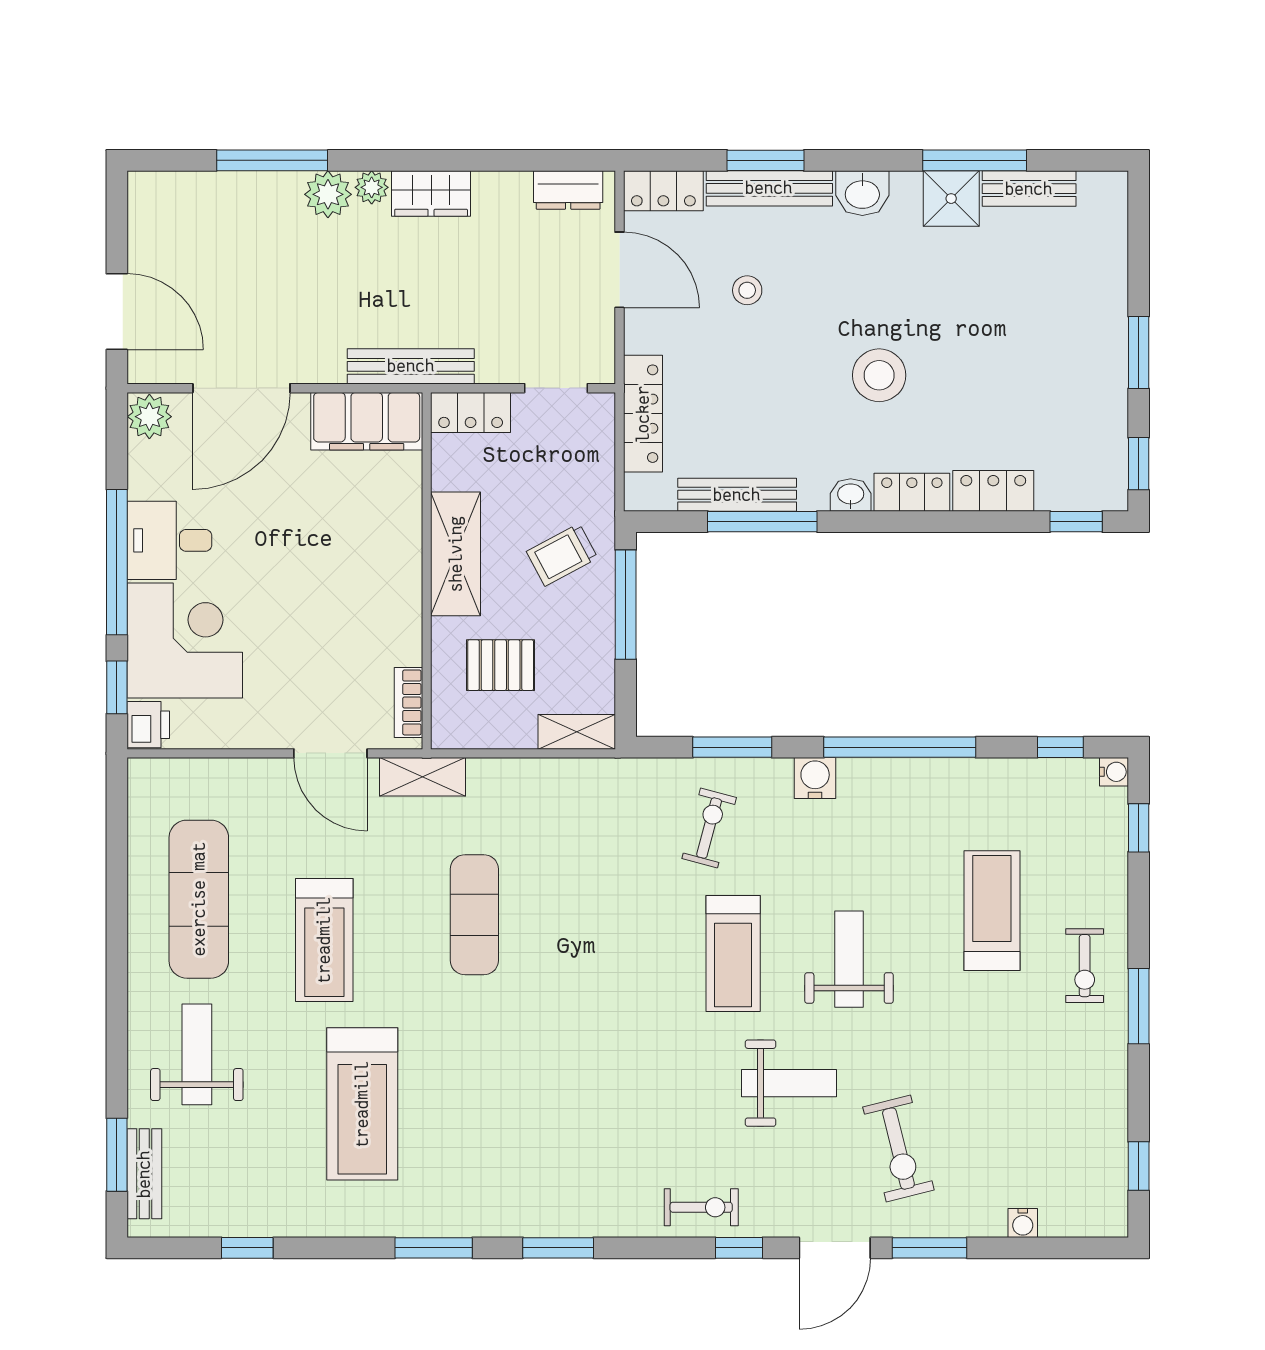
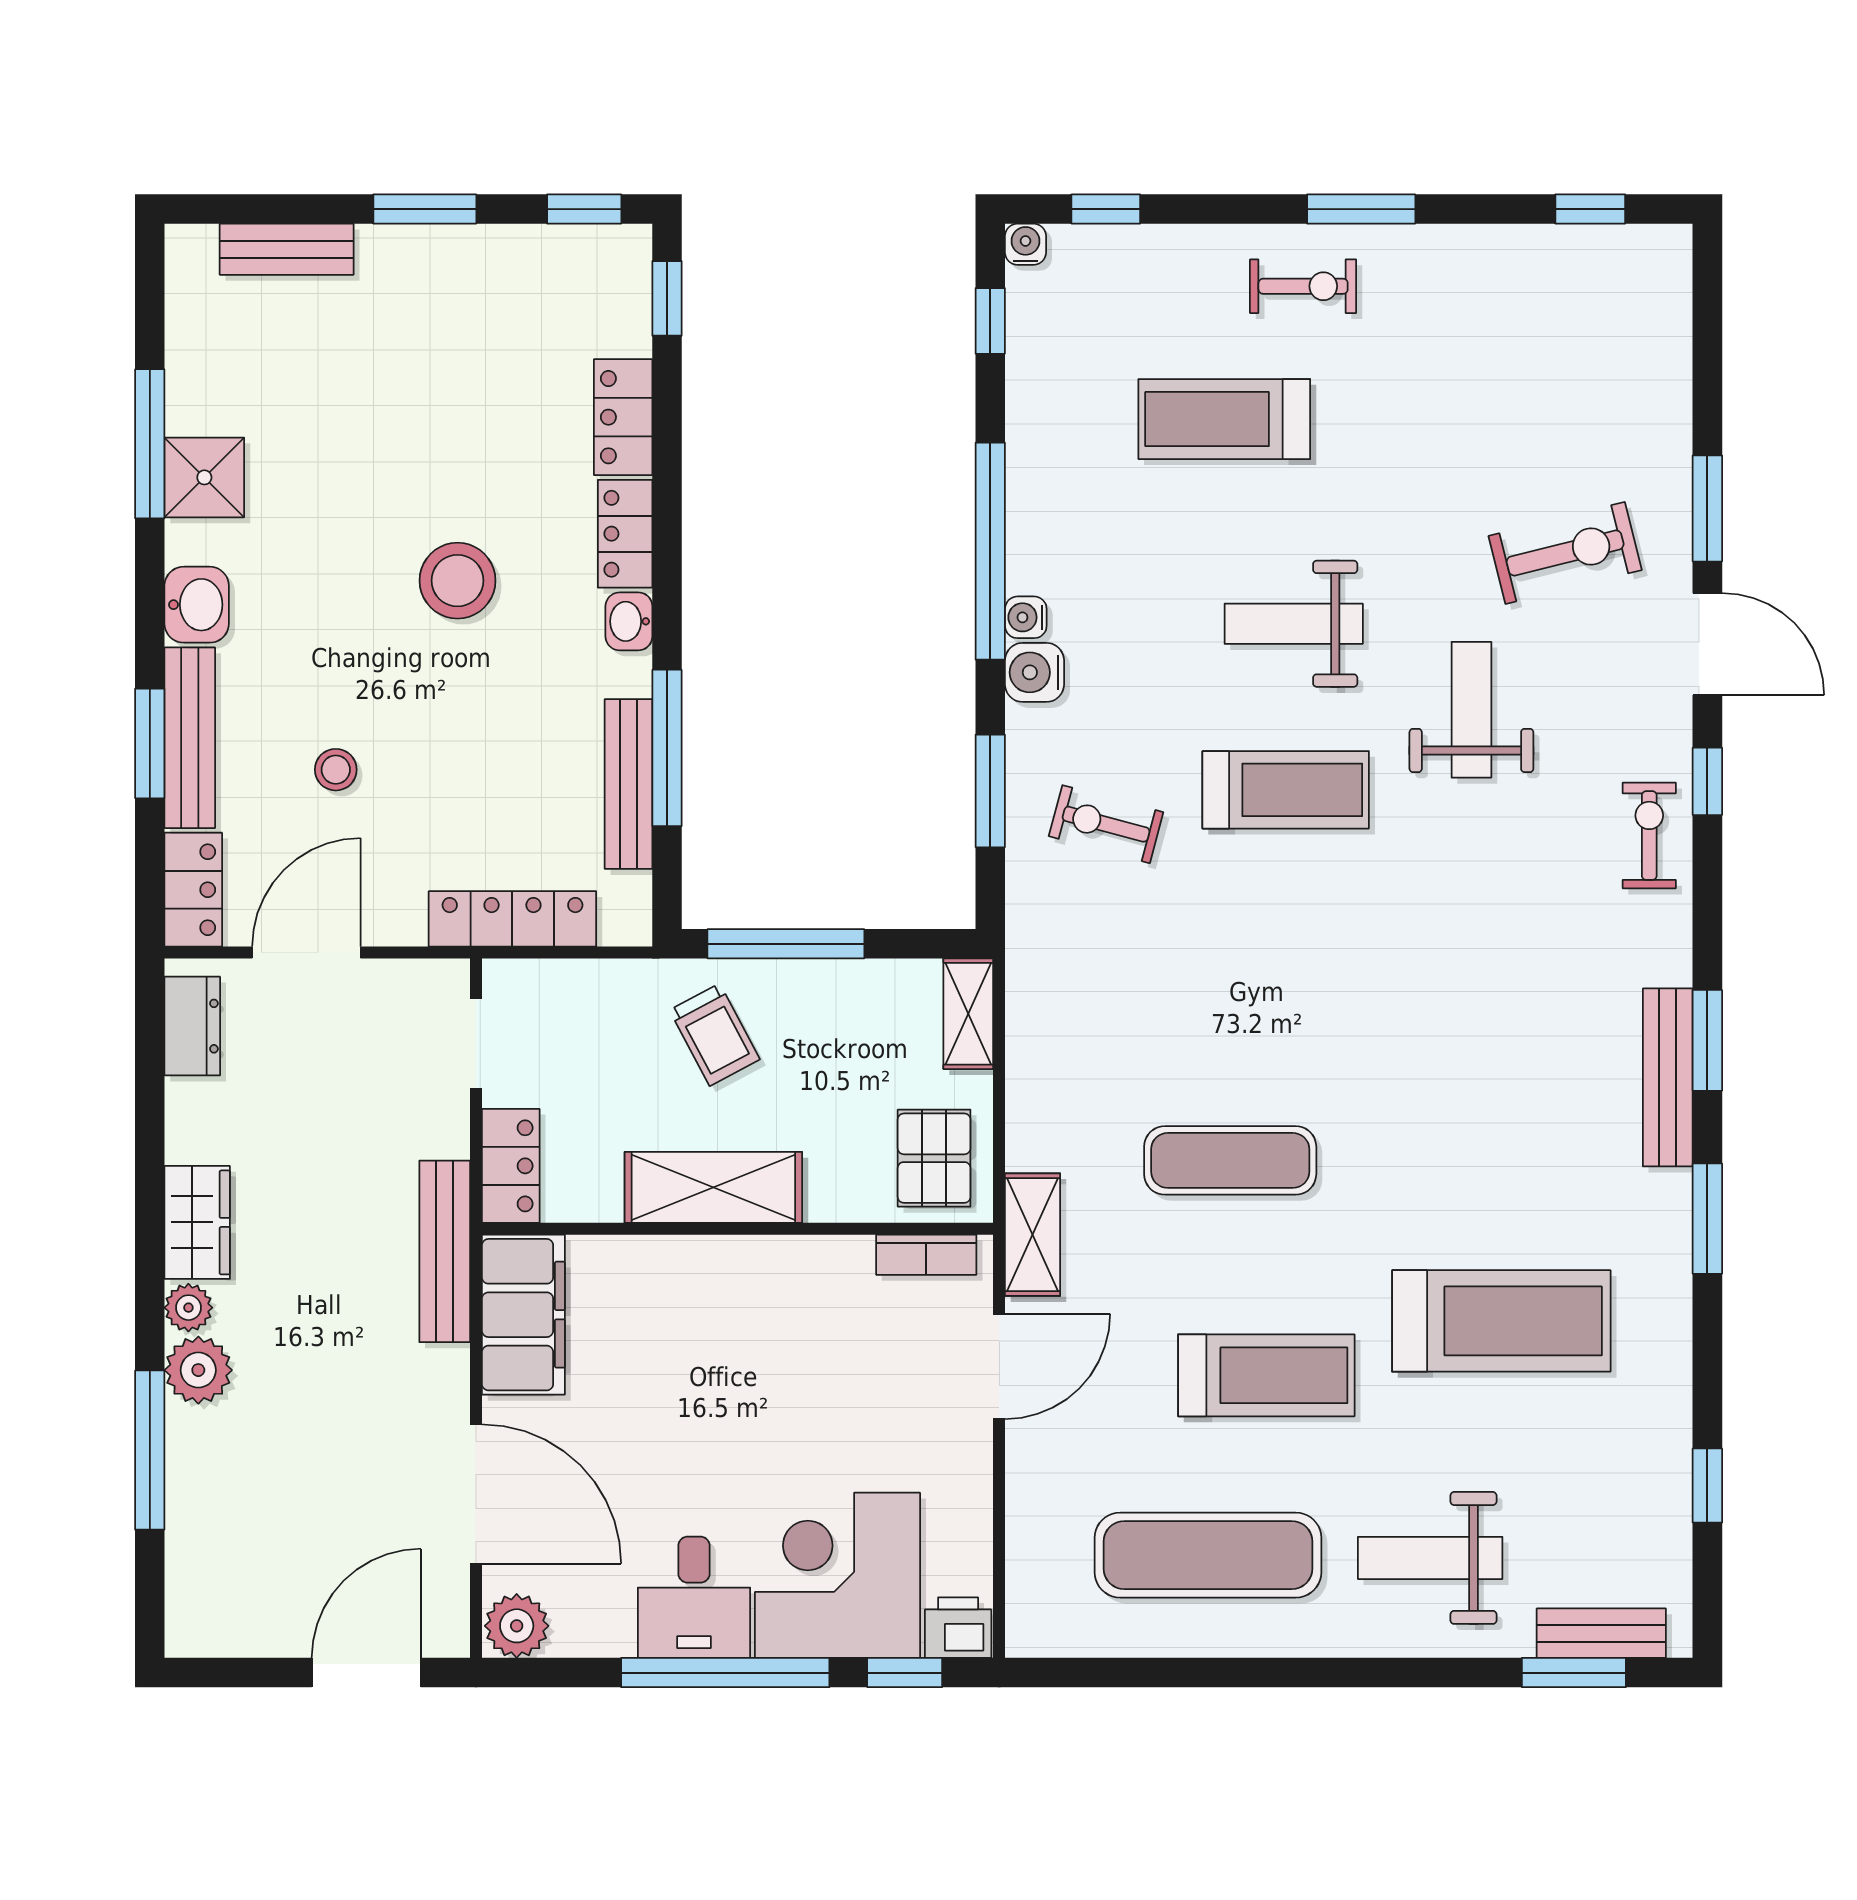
bench: (1029, 189) -> (287, 249), moved, turned 90
pallet: (501, 665) -> (934, 1158), moved
bench: (532, 1220) -> (1668, 1077), added
water cooler: (1023, 1223) -> (1026, 617), moved, turned 180

